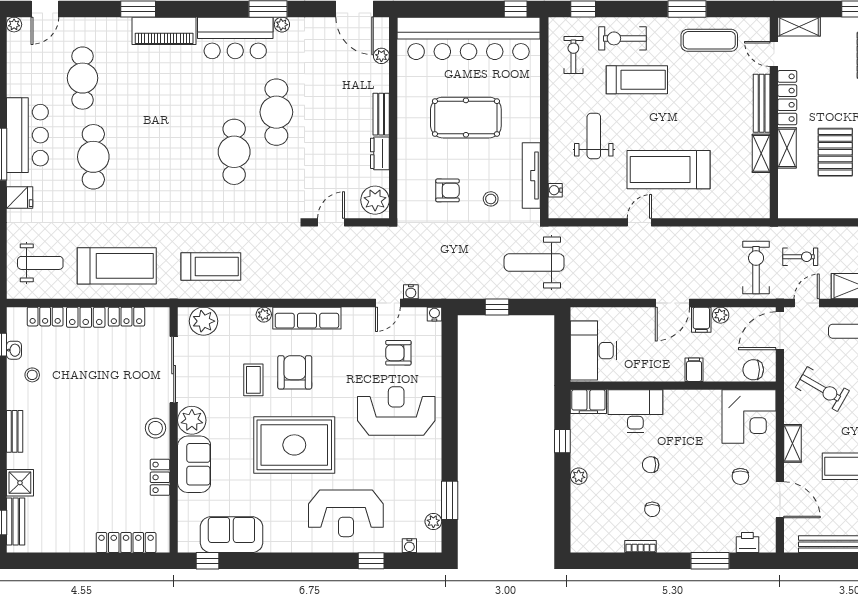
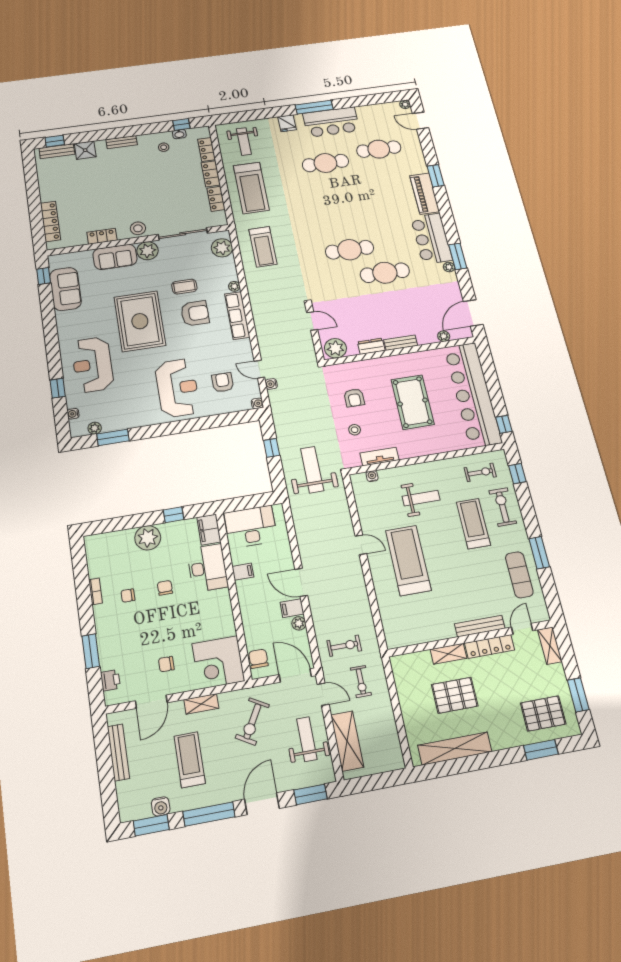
treadmill: (637, 80) -> (473, 524), turned 180
shelving: (761, 153) -> (439, 633), removed
tv unit: (531, 176) -> (379, 457), width x0.71
exercise bike: (756, 267) -> (344, 646), width x0.73, depth x0.72
filing cabinet: (694, 370) -> (243, 572), moved
plant: (579, 476) -> (148, 538), width x1.88, depth x1.88

